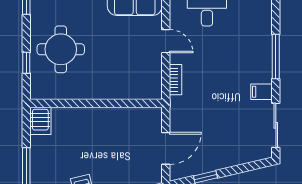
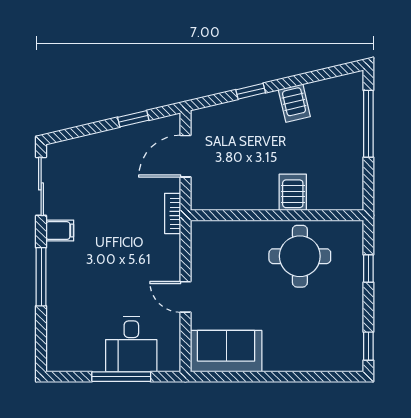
round table: (61, 49) -> (300, 256), moved
bookcase: (175, 80) -> (173, 213), moved
server rack: (40, 121) -> (293, 192), moved

